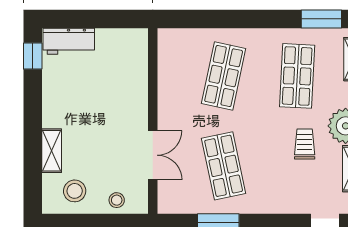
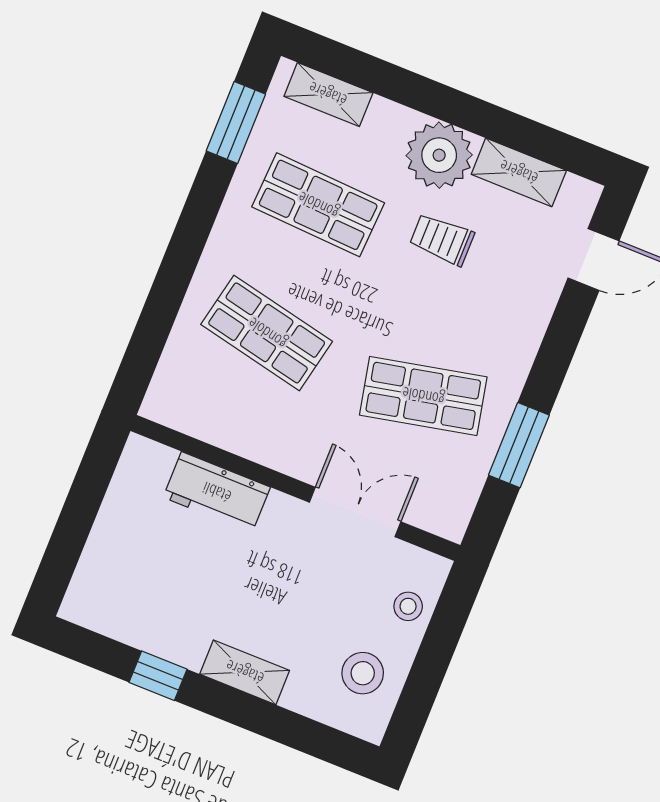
workbench: (69, 41) -> (217, 492), moved, turned 90
window: (33, 56) -> (158, 676), moved
shelving: (52, 151) -> (245, 672), moved

